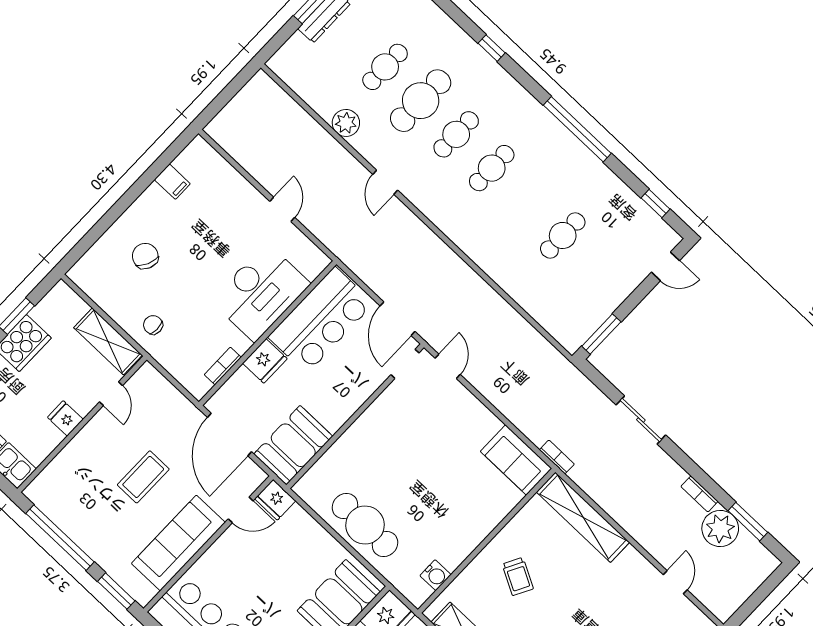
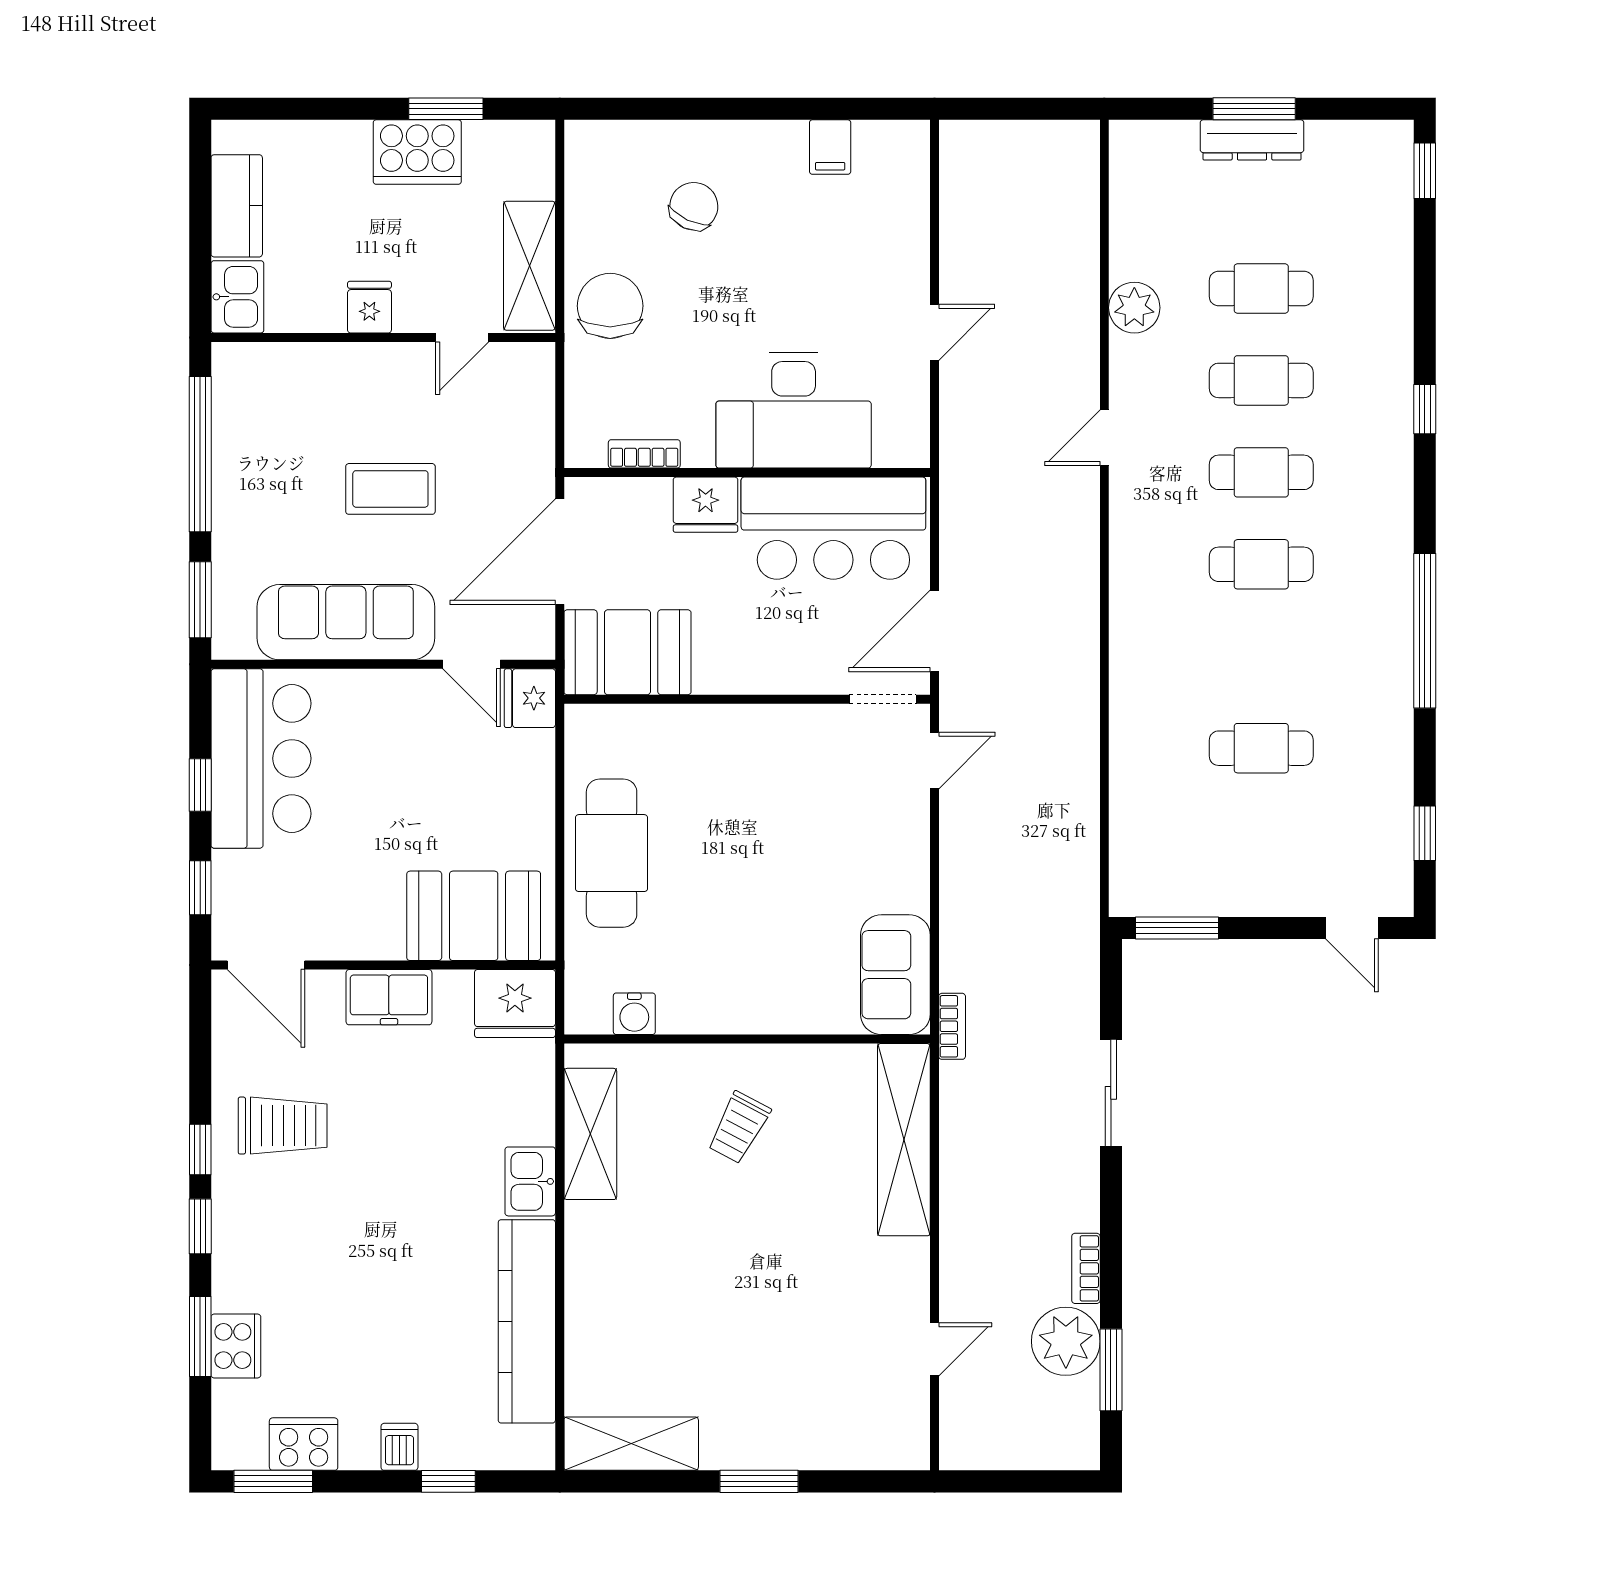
cafe table: (421, 101) -> (1261, 380), width x0.73, depth x0.74
chair: (153, 325) -> (610, 306), width x1.87, depth x1.87

